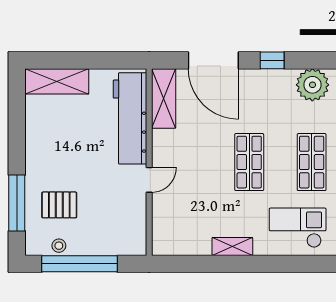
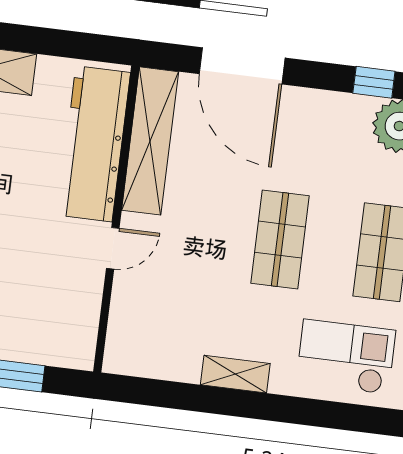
window: (272, 60) -> (374, 82), moved
shelving: (164, 98) -> (150, 141), width x1.47

